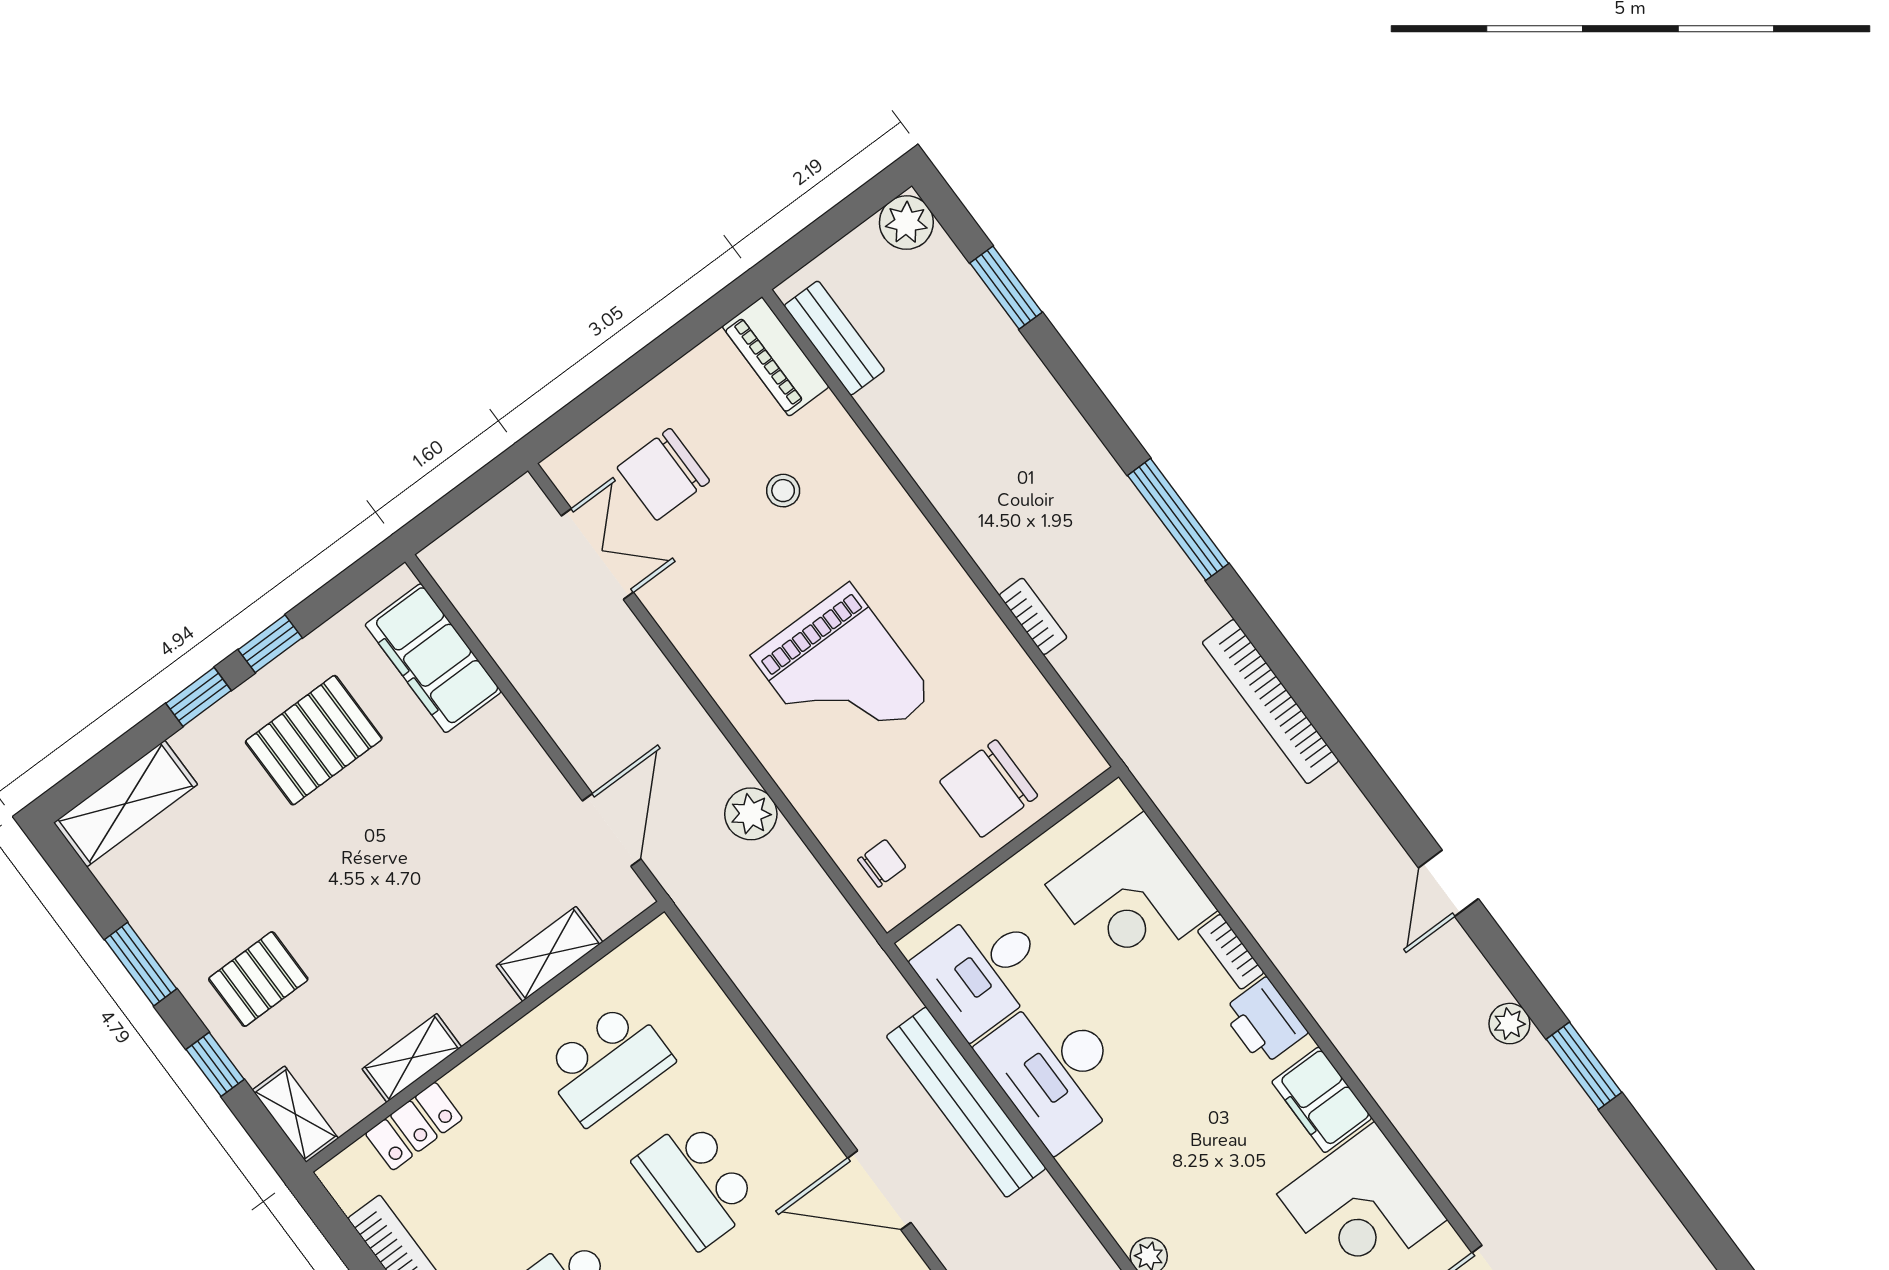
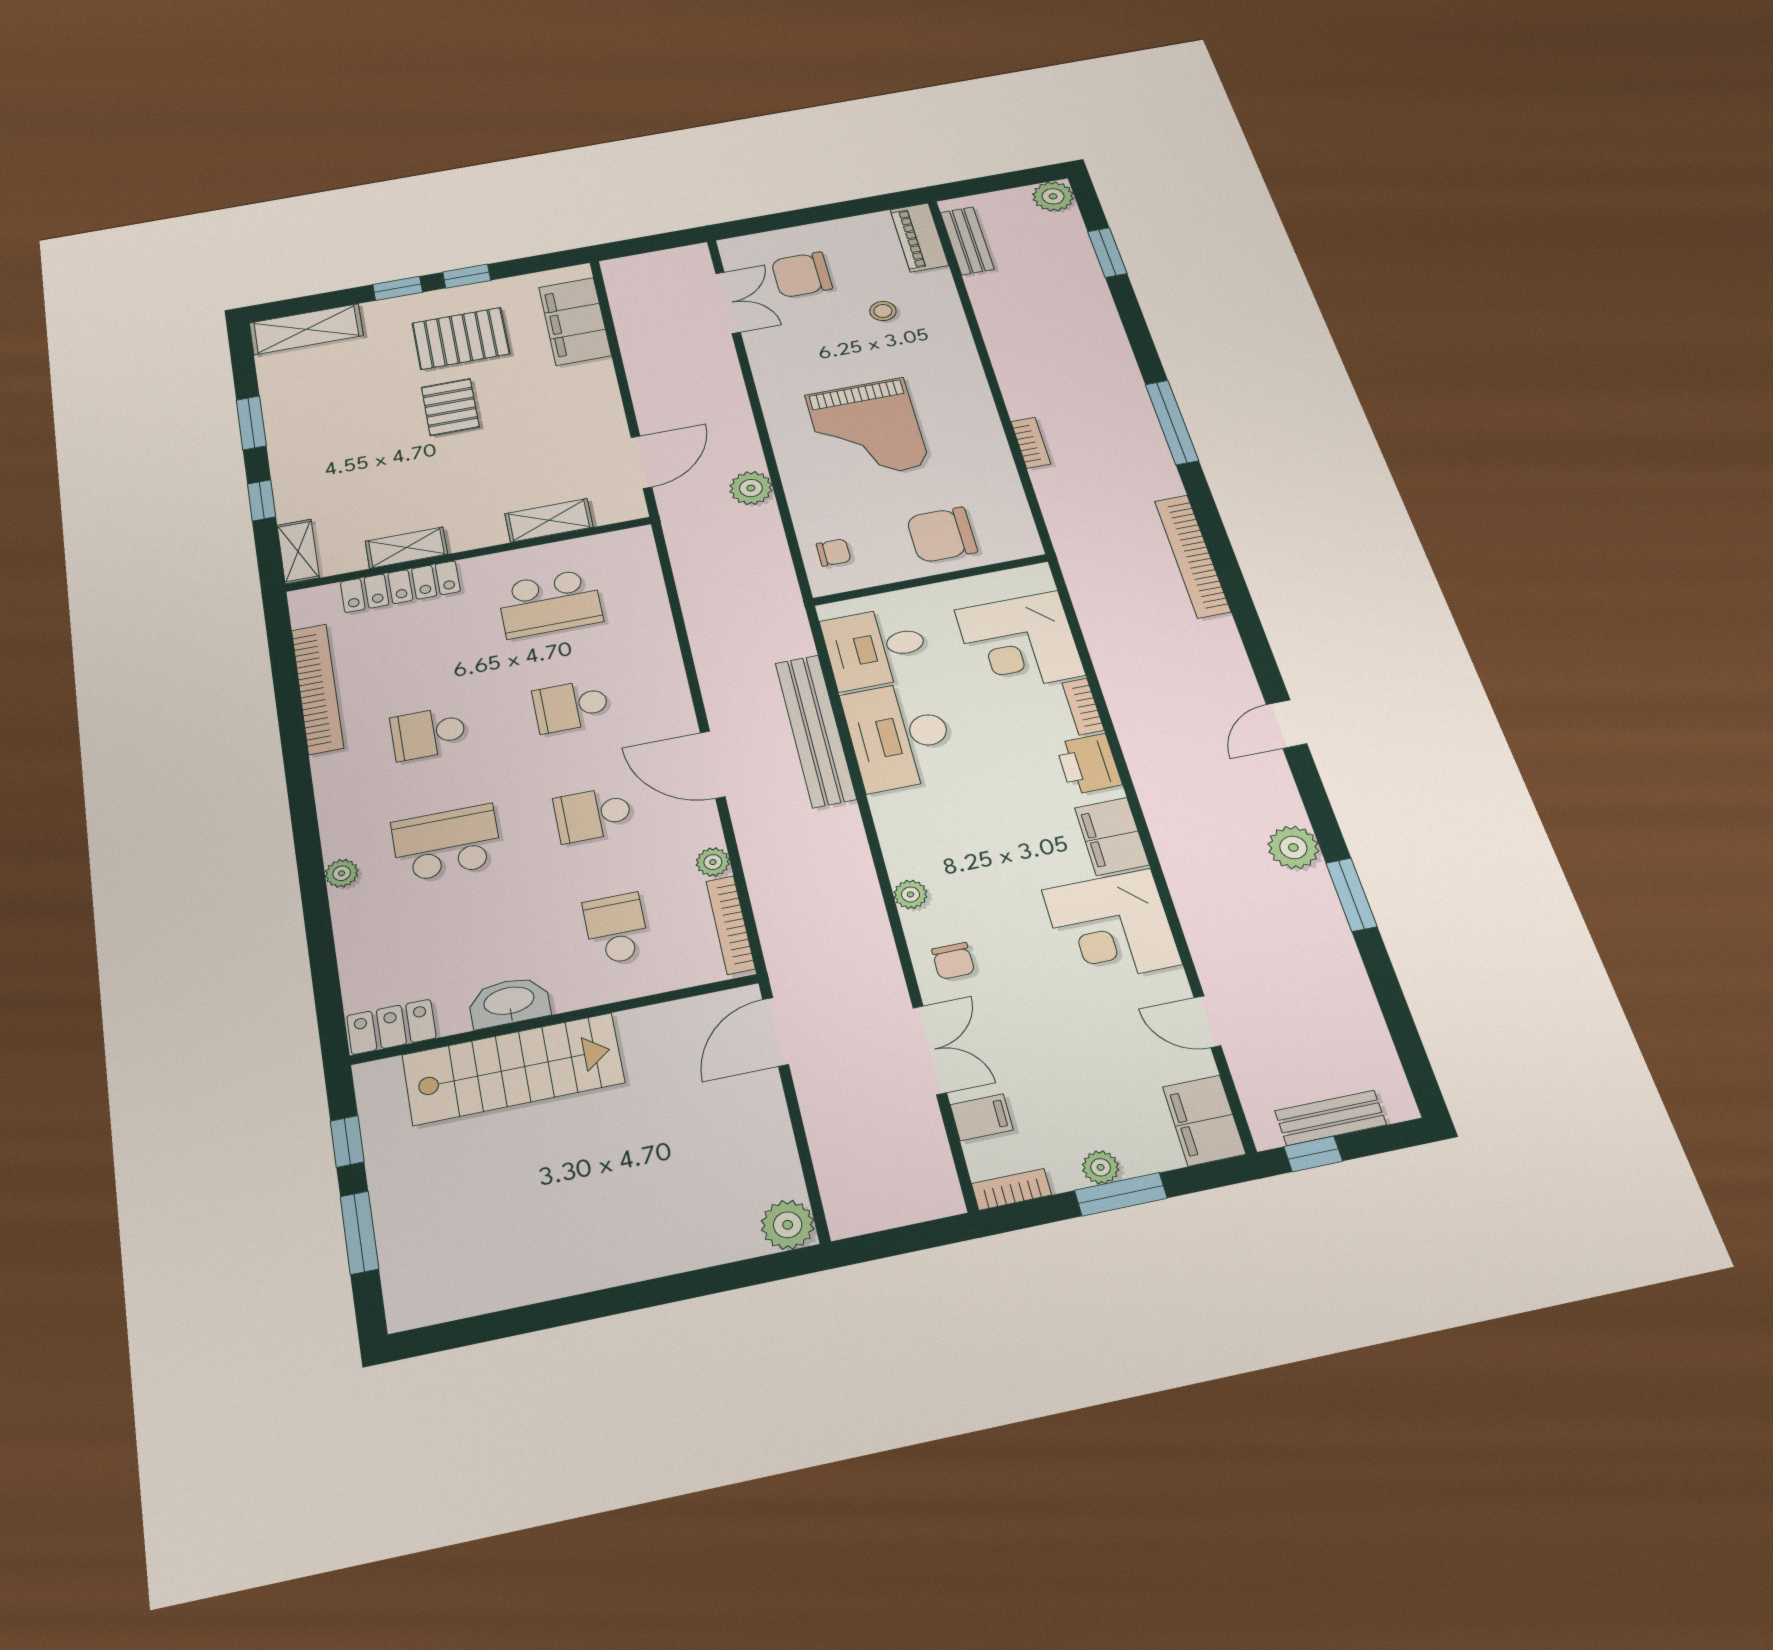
pallet: (258, 979) -> (450, 407), moved, turned 90
plant: (1509, 1024) -> (1293, 847), width x1.38, depth x1.38
locker: (414, 1126) -> (400, 587), width x1.53
school desk: (696, 1183) -> (571, 706), width x0.54

